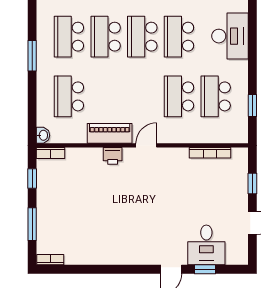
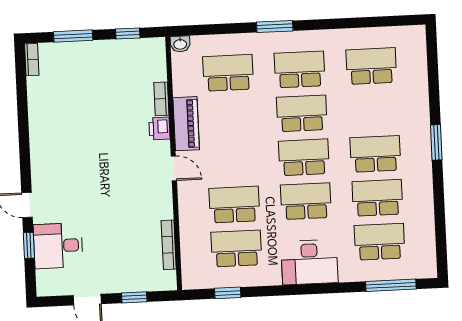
bookcase: (50, 153) -> (161, 99), moved

